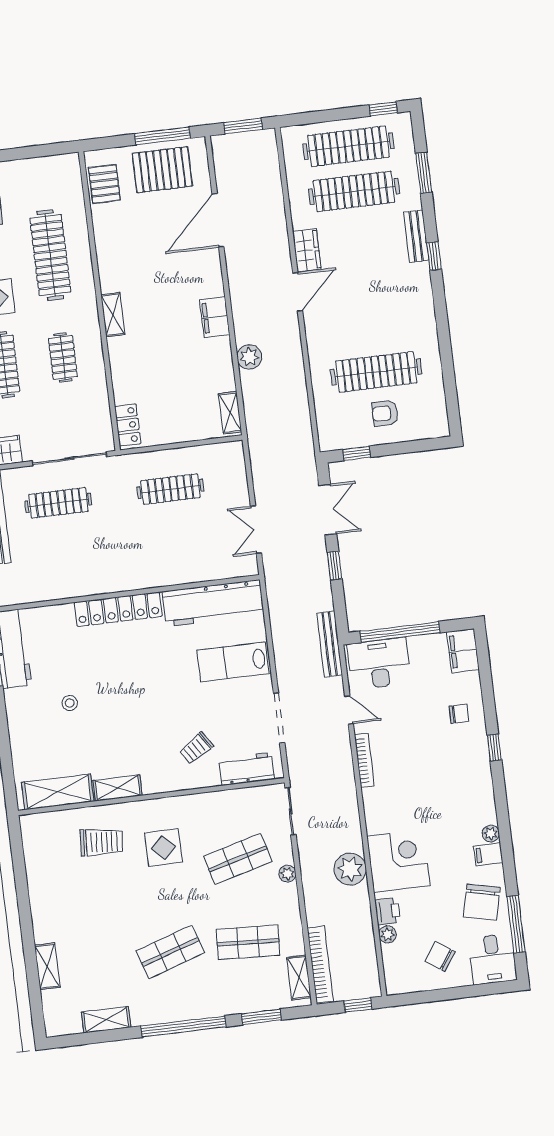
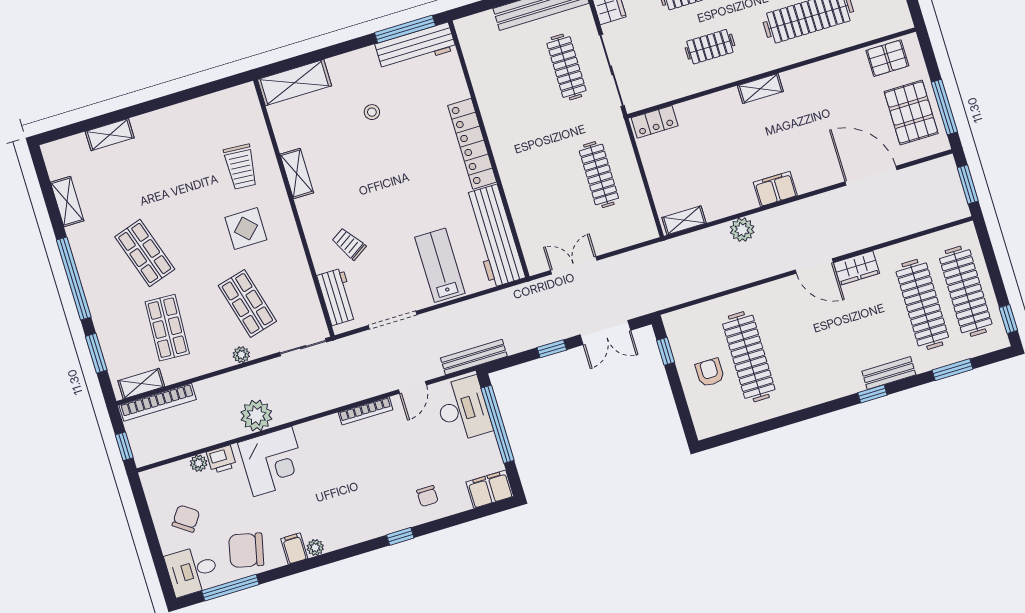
shelving: (58, 792) -> (294, 83), moved, turned 90

